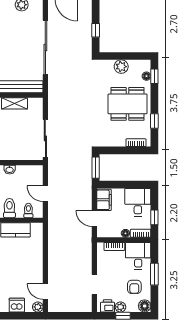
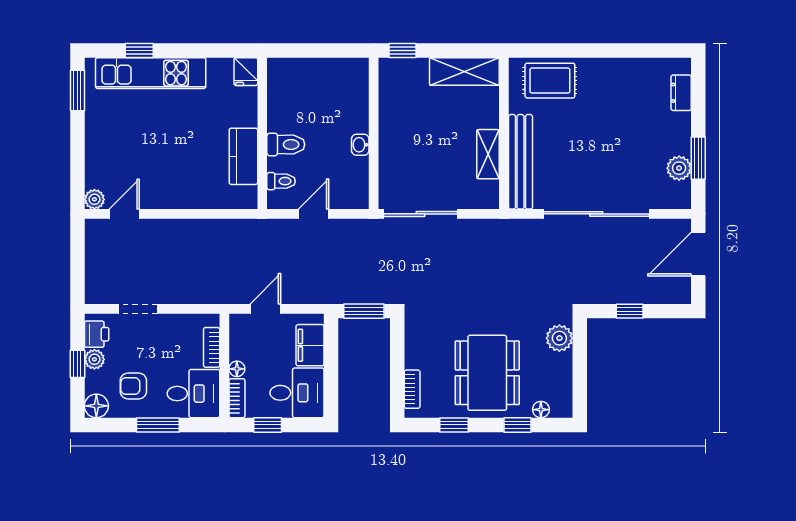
plant: (121, 67) -> (559, 338), moved
window: (154, 76) -> (518, 425), moved
filing cabinet: (104, 200) -> (310, 345), moved, turned 90
dishwasher: (17, 305) -> (98, 159), removed

